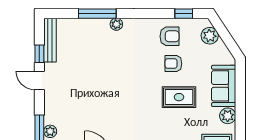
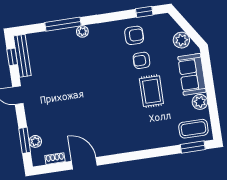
plant: (210, 36) -> (181, 40), moved
window: (39, 54) -> (12, 57), moved
rug: (179, 97) -> (151, 91), turned 90

